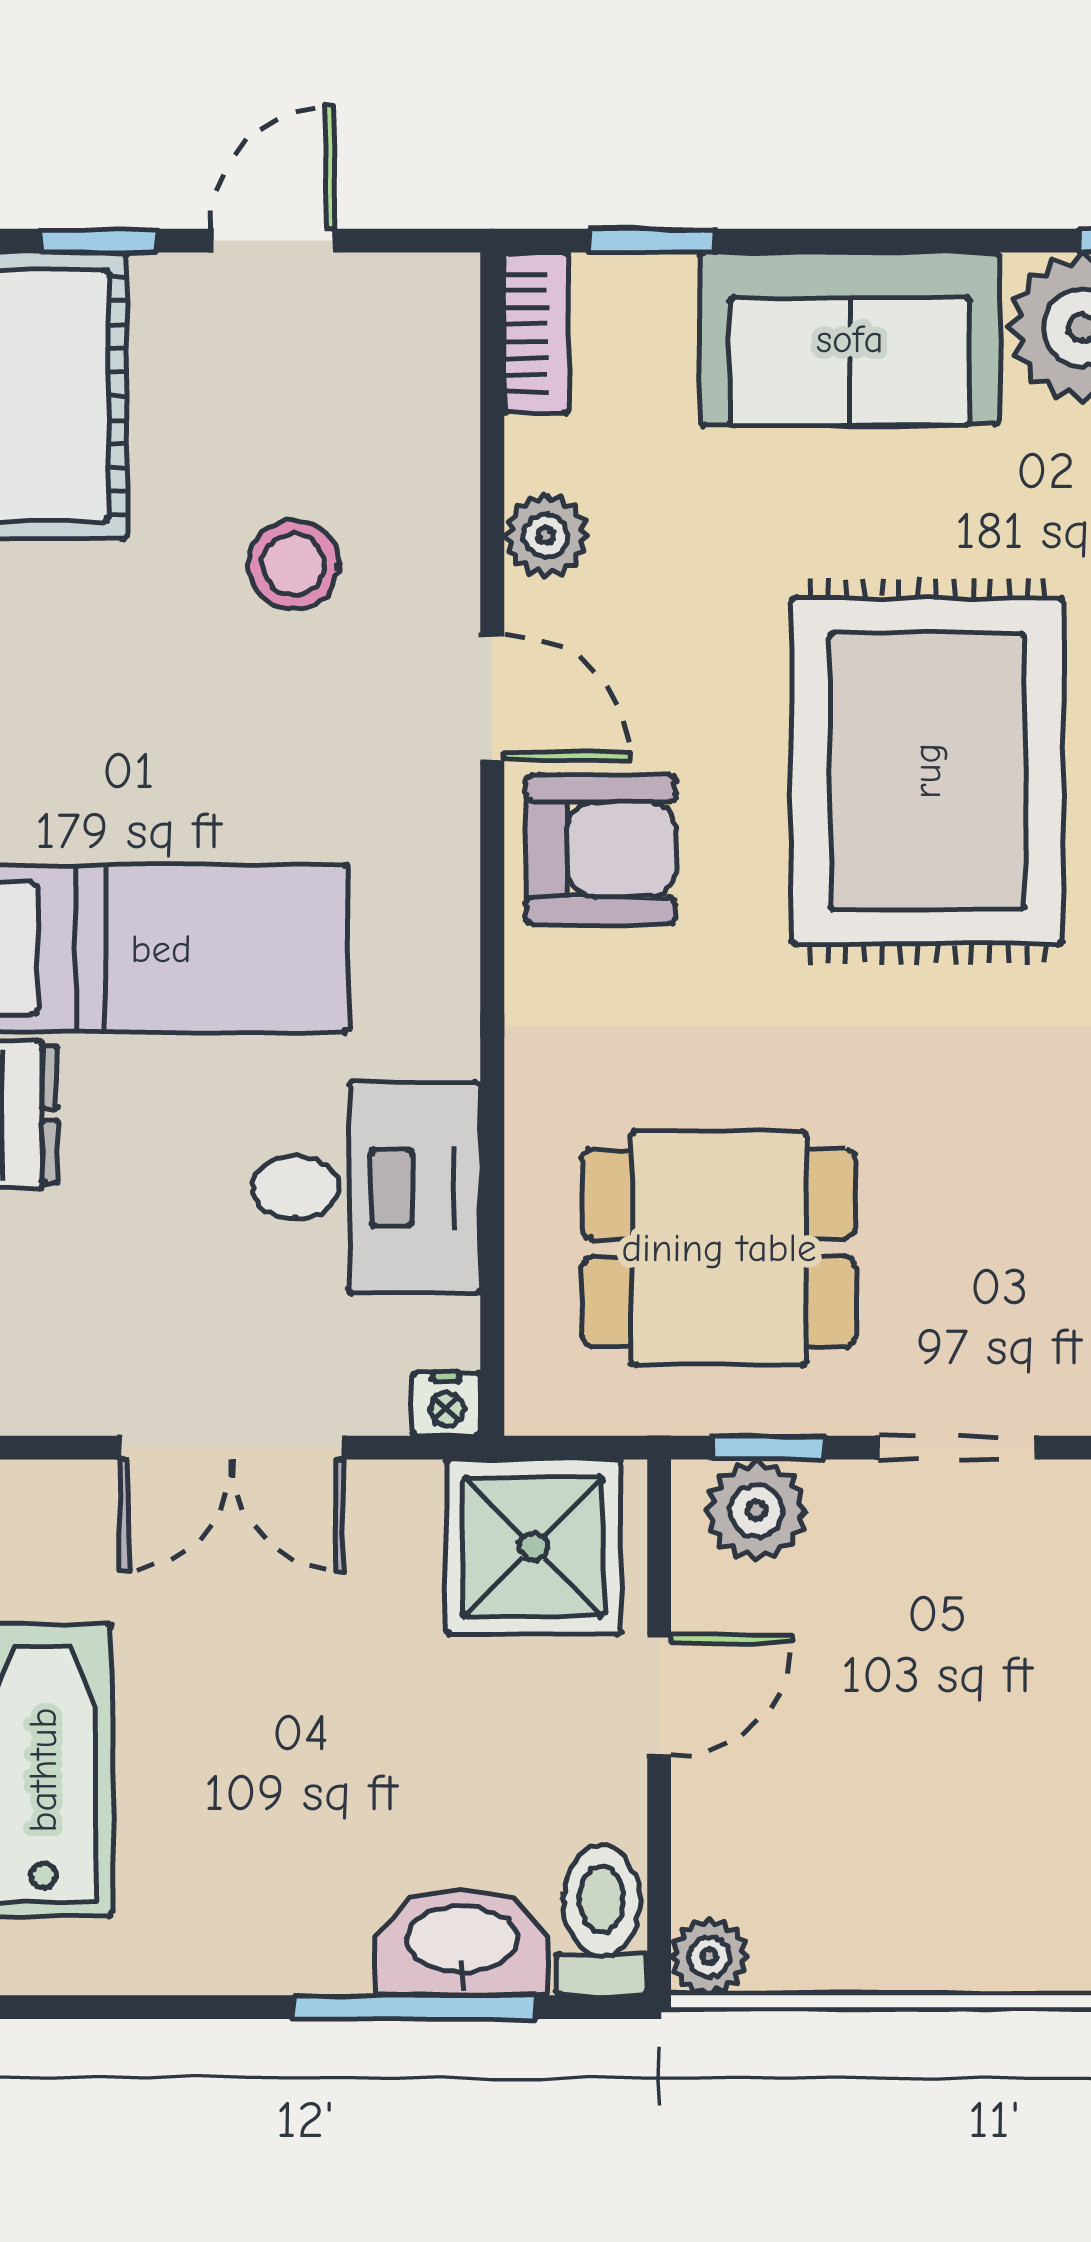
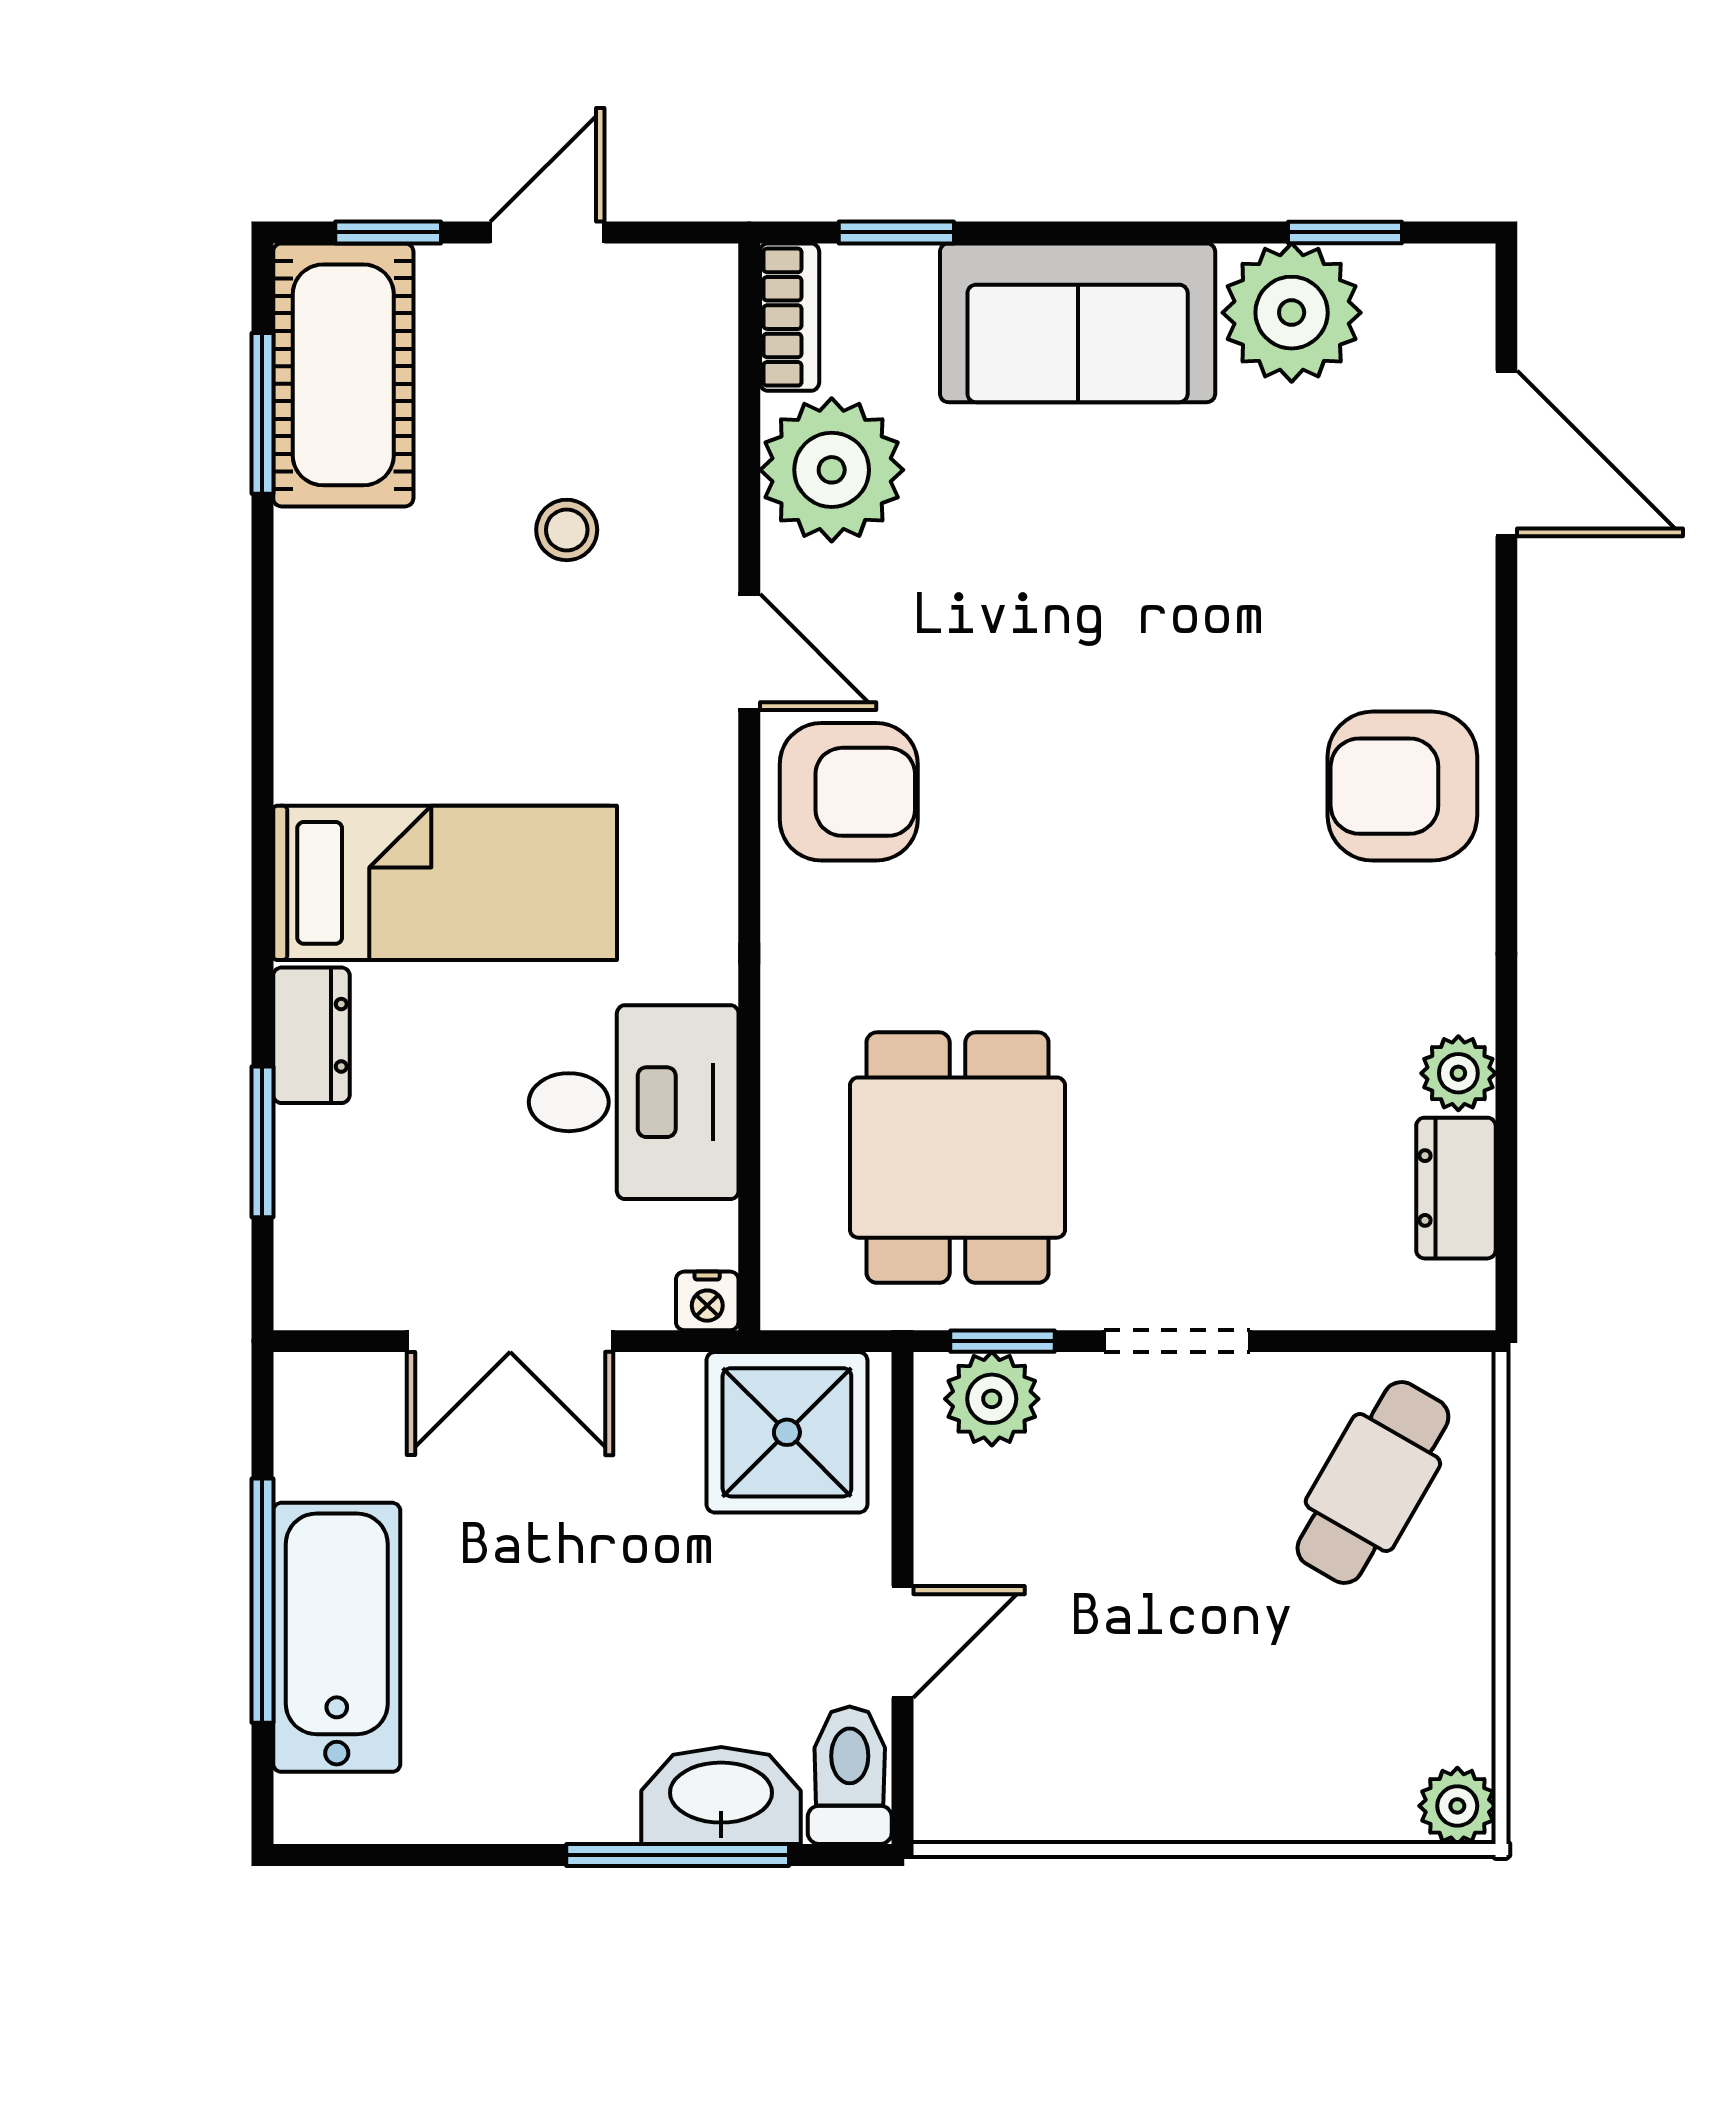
plant: (546, 535) -> (832, 470), width x1.88, depth x1.88
stool: (294, 565) -> (567, 530), width x0.73, depth x0.73
rug: (927, 771) -> (1149, 720), removed
dining table: (719, 1248) -> (957, 1158), turned 90
door: (659, 1695) -> (902, 1642), moved
plant: (709, 1957) -> (949, 1809), removed

